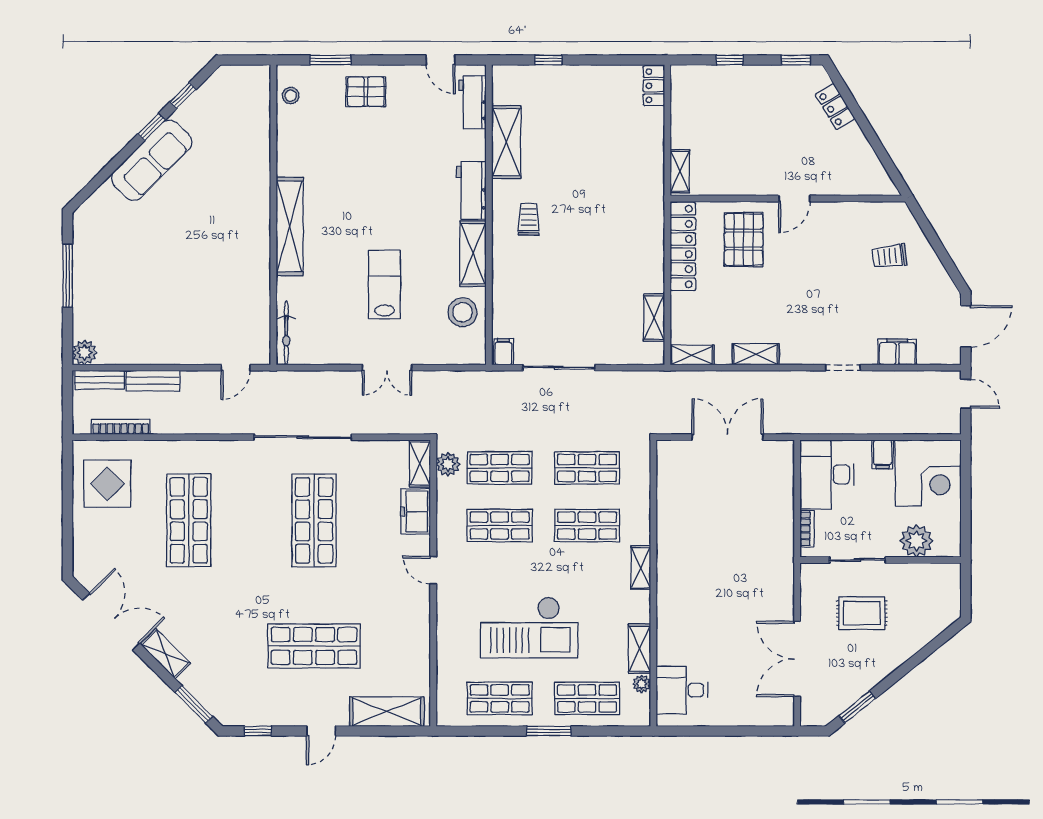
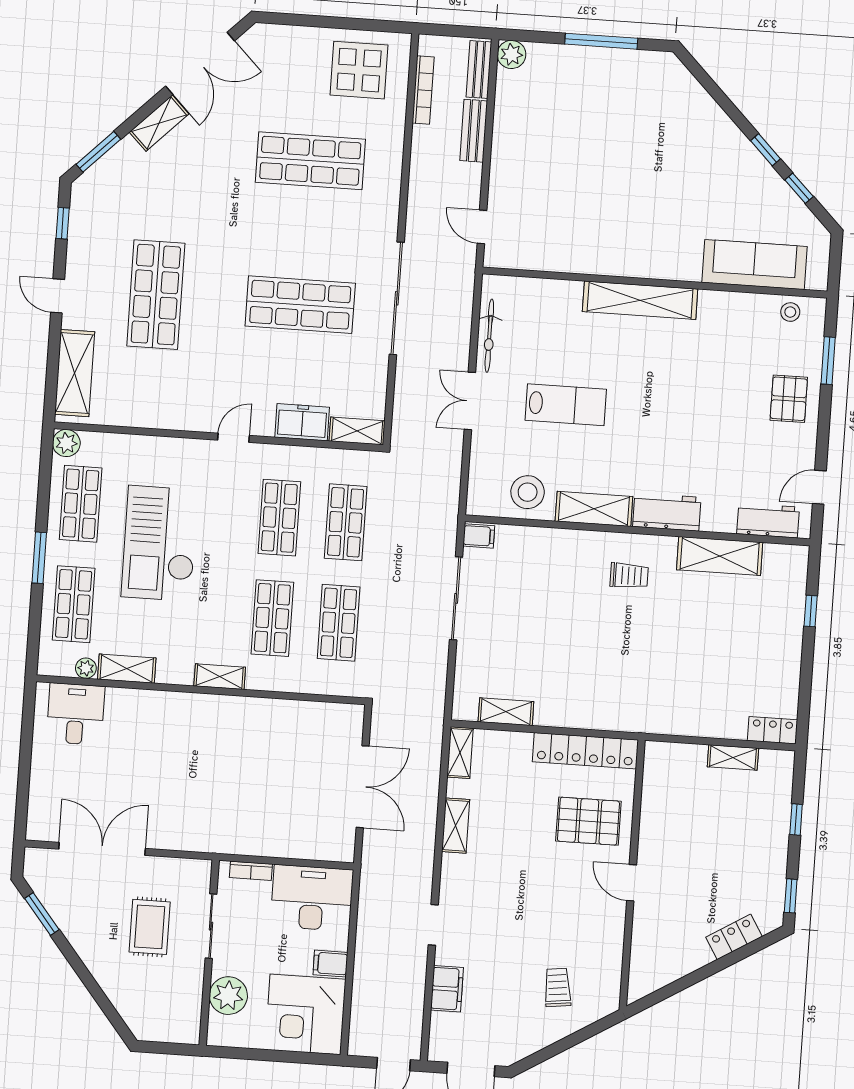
sofa: (152, 160) -> (754, 265), moved, turned 135
shelving: (680, 171) -> (733, 757), moved
bicycle: (286, 333) -> (489, 336), moved, turned -90
plant: (448, 464) -> (66, 443), moved

